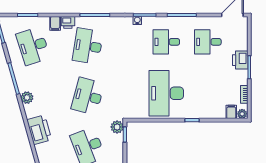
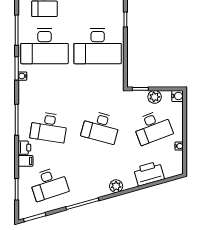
desk: (166, 42) -> (45, 46), width x1.87, depth x1.30
plant: (27, 98) -> (116, 186), moved
plant: (117, 127) -> (155, 97), moved
printer: (39, 130) -> (149, 174), moved

